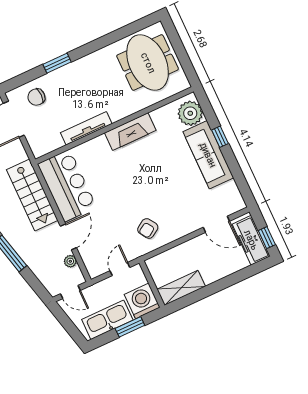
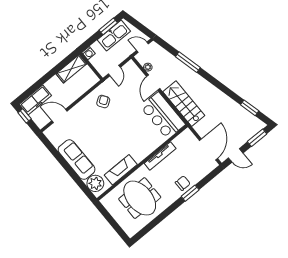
meeting table: (148, 63) -> (140, 198), moved
chair: (36, 97) -> (183, 183), moved
fireplace: (130, 132) -> (121, 170), moved
window: (220, 137) -> (72, 173), removed
freezer: (251, 240) -> (35, 100), moved, turned 90
washing machine: (142, 301) -> (88, 53), width x0.53, depth x0.53
window: (130, 327) -> (108, 26), moved

